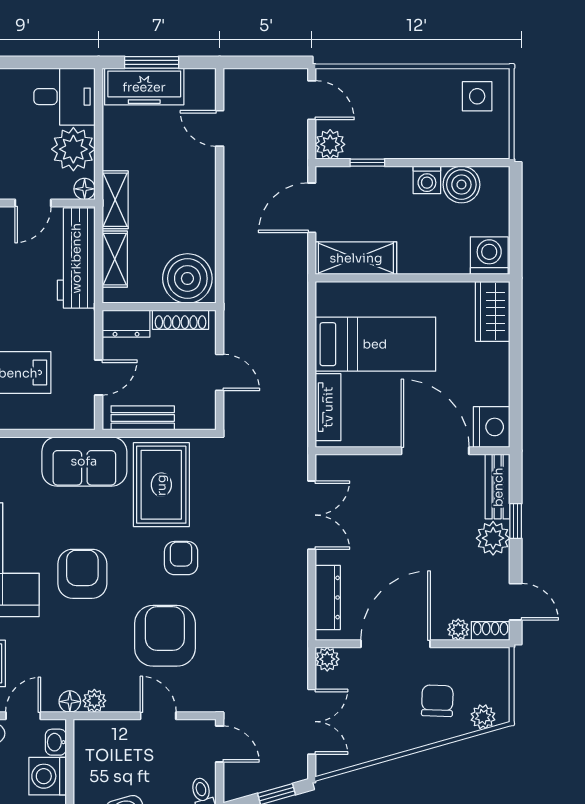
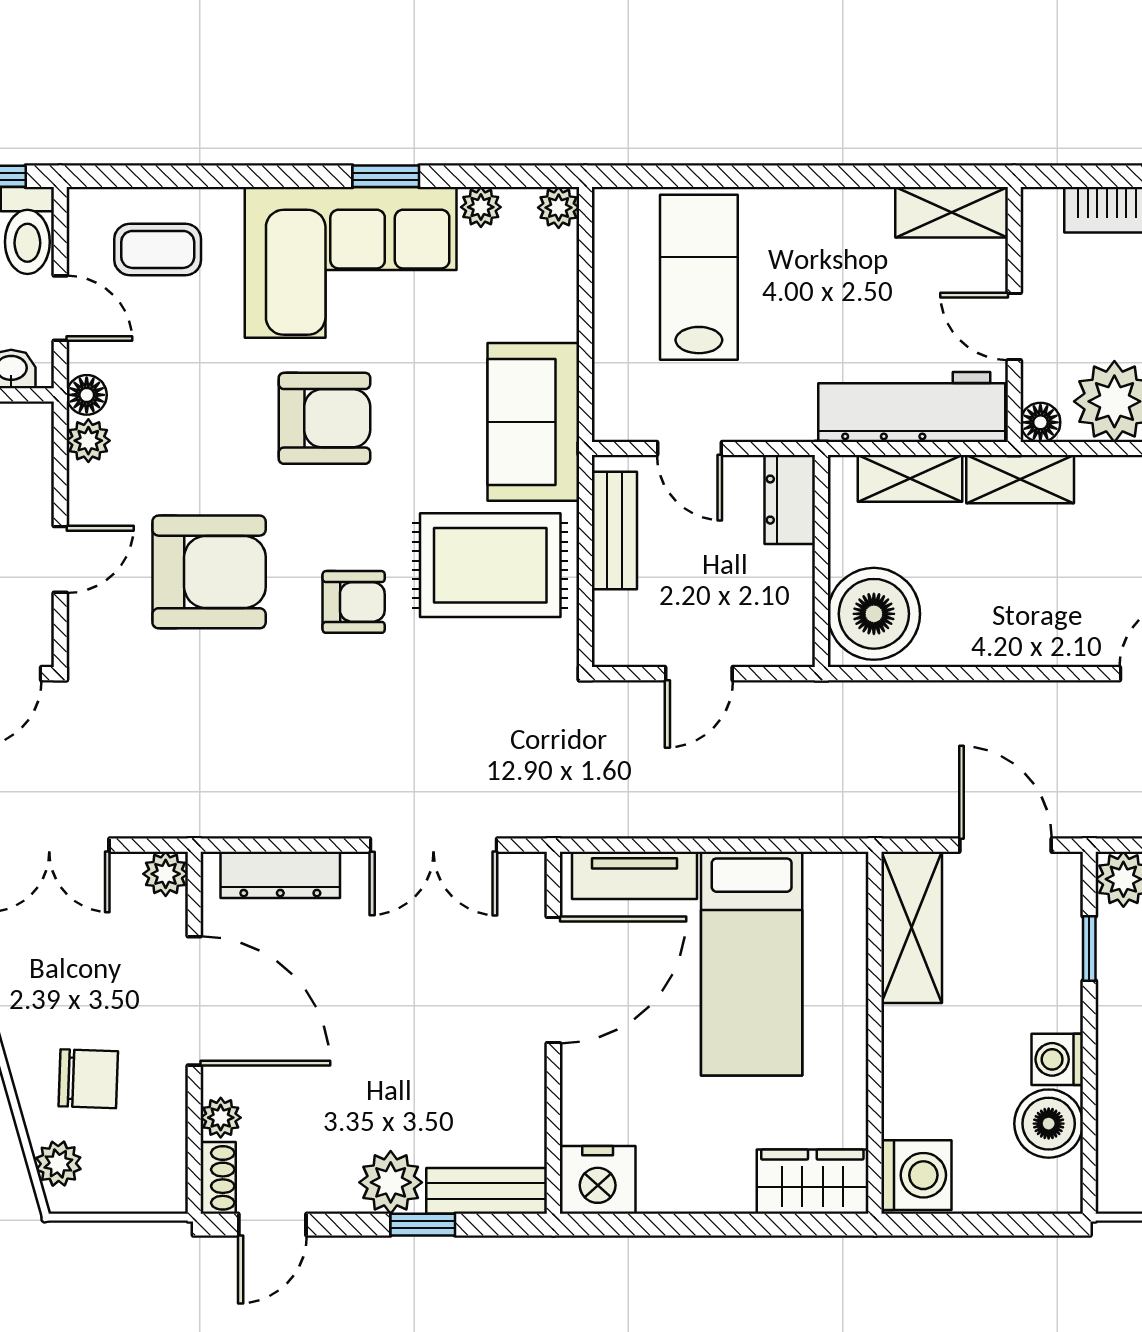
shoe rack: (181, 320) -> (797, 601), removed
door: (435, 451) -> (553, 980), moved

